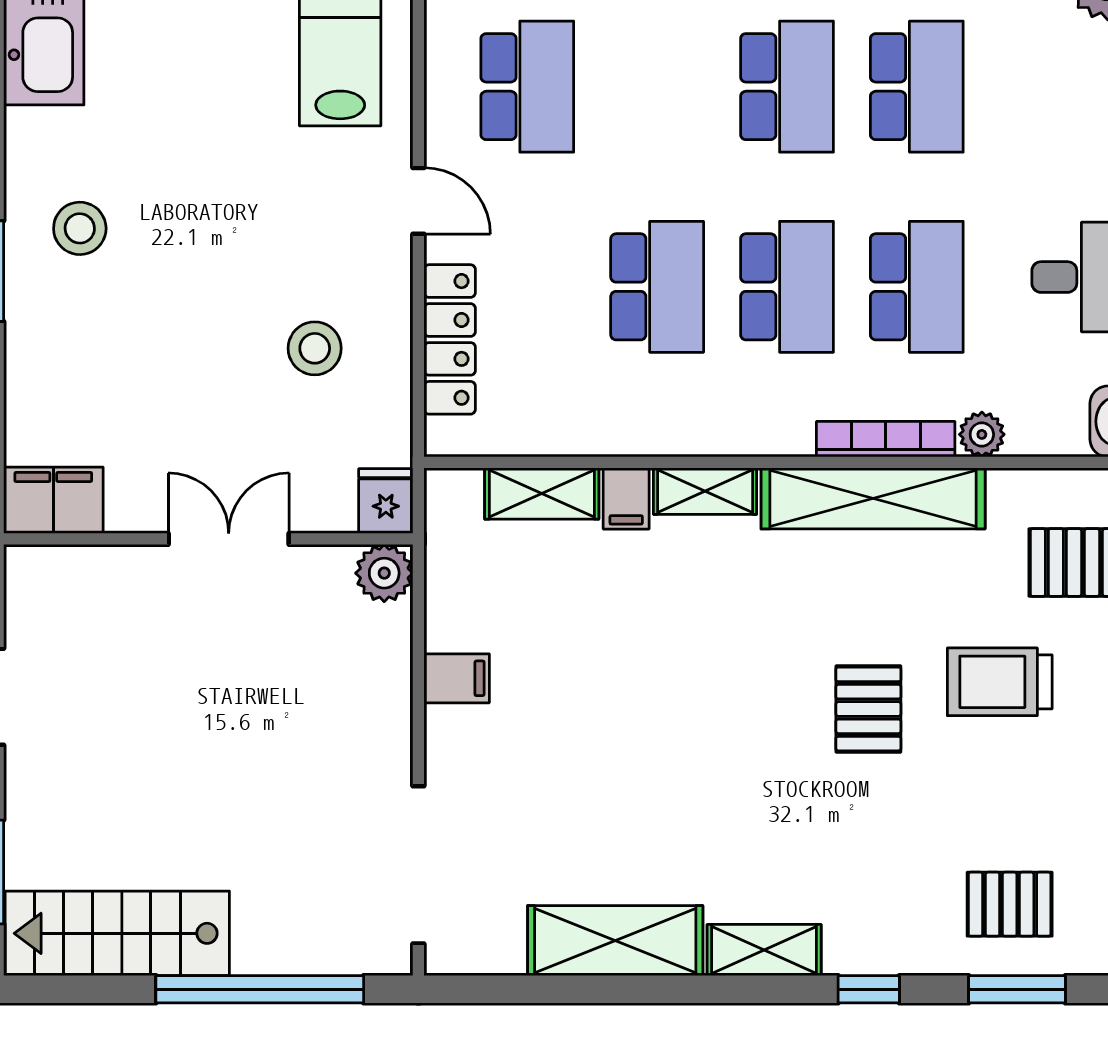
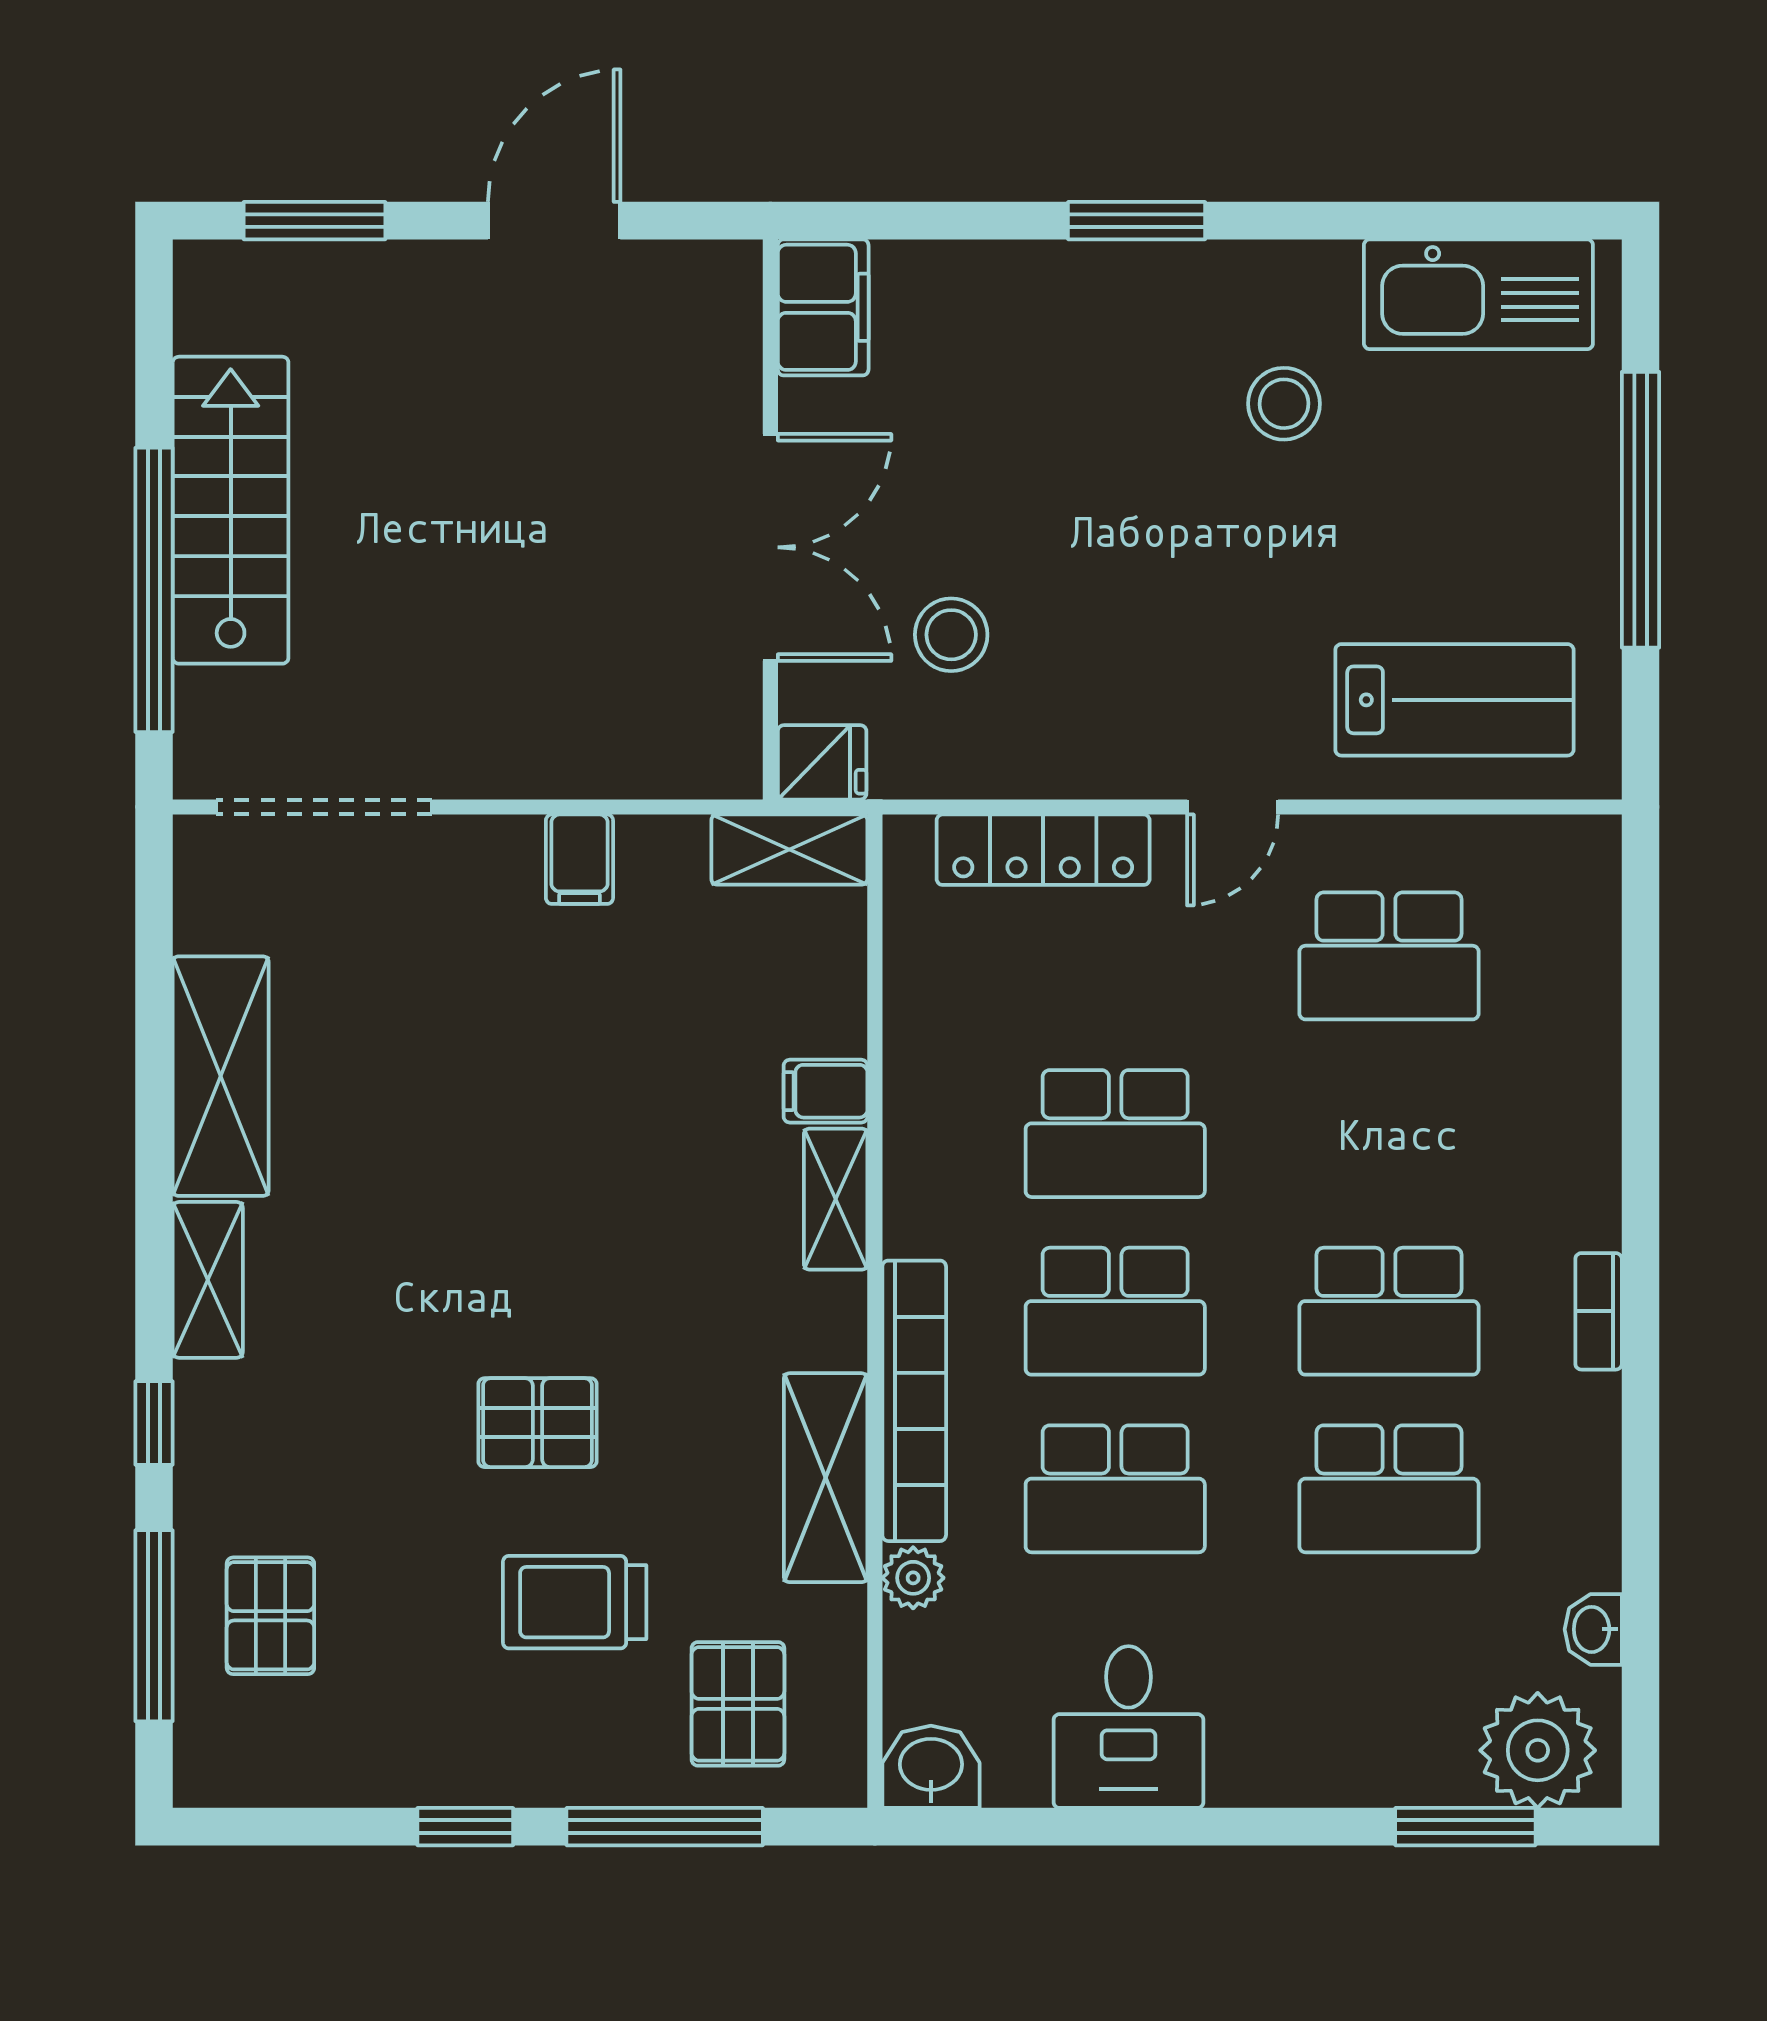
stool: (80, 228) -> (1284, 404), moved
stool: (315, 348) -> (951, 635), moved
bookcase: (886, 439) -> (914, 1401), width x1.48, depth x1.31
shelving: (542, 494) -> (789, 850), moved, turned 90
shelving: (873, 498) -> (826, 1478), width x0.68
double door: (229, 539) -> (770, 547), width x1.37
plant: (384, 573) -> (723, 760), removed
trolley: (1000, 682) -> (575, 1602), turned -90
stairs: (117, 933) -> (231, 510), moved
window: (1017, 989) -> (154, 1626), width x1.44

